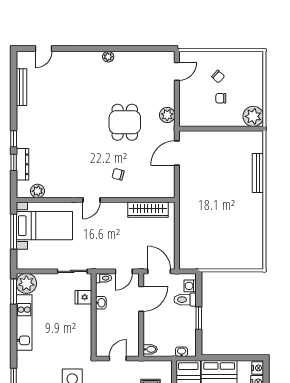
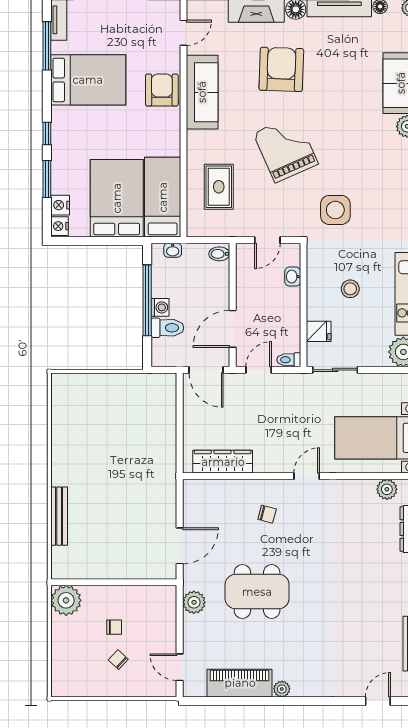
piano: (137, 61) -> (240, 683), added
door: (177, 71) -> (180, 667), hinge flipped
dining table: (125, 122) -> (257, 592), width x1.38
washing machine: (190, 286) -> (160, 307), moved
washbasin: (101, 303) -> (293, 277), moved
window: (199, 318) -> (147, 300), width x2.11
stool: (62, 326) -> (350, 289), added

